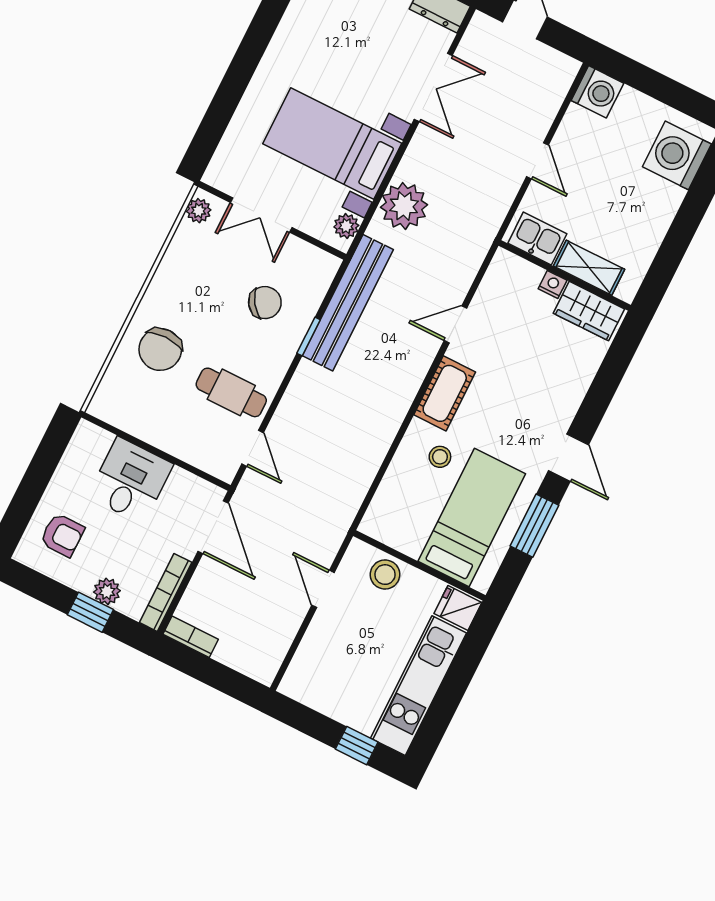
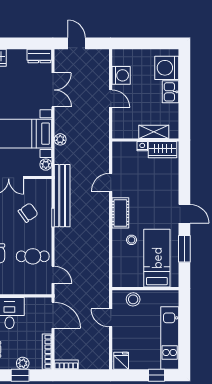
washing machine: (597, 92) -> (121, 75), moved
plant: (404, 206) -> (60, 139), width x0.53, depth x0.53
kitchen sink: (537, 239) -> (170, 92), moved, turned -90
fridge: (458, 608) -> (121, 361), moved, turned 90

